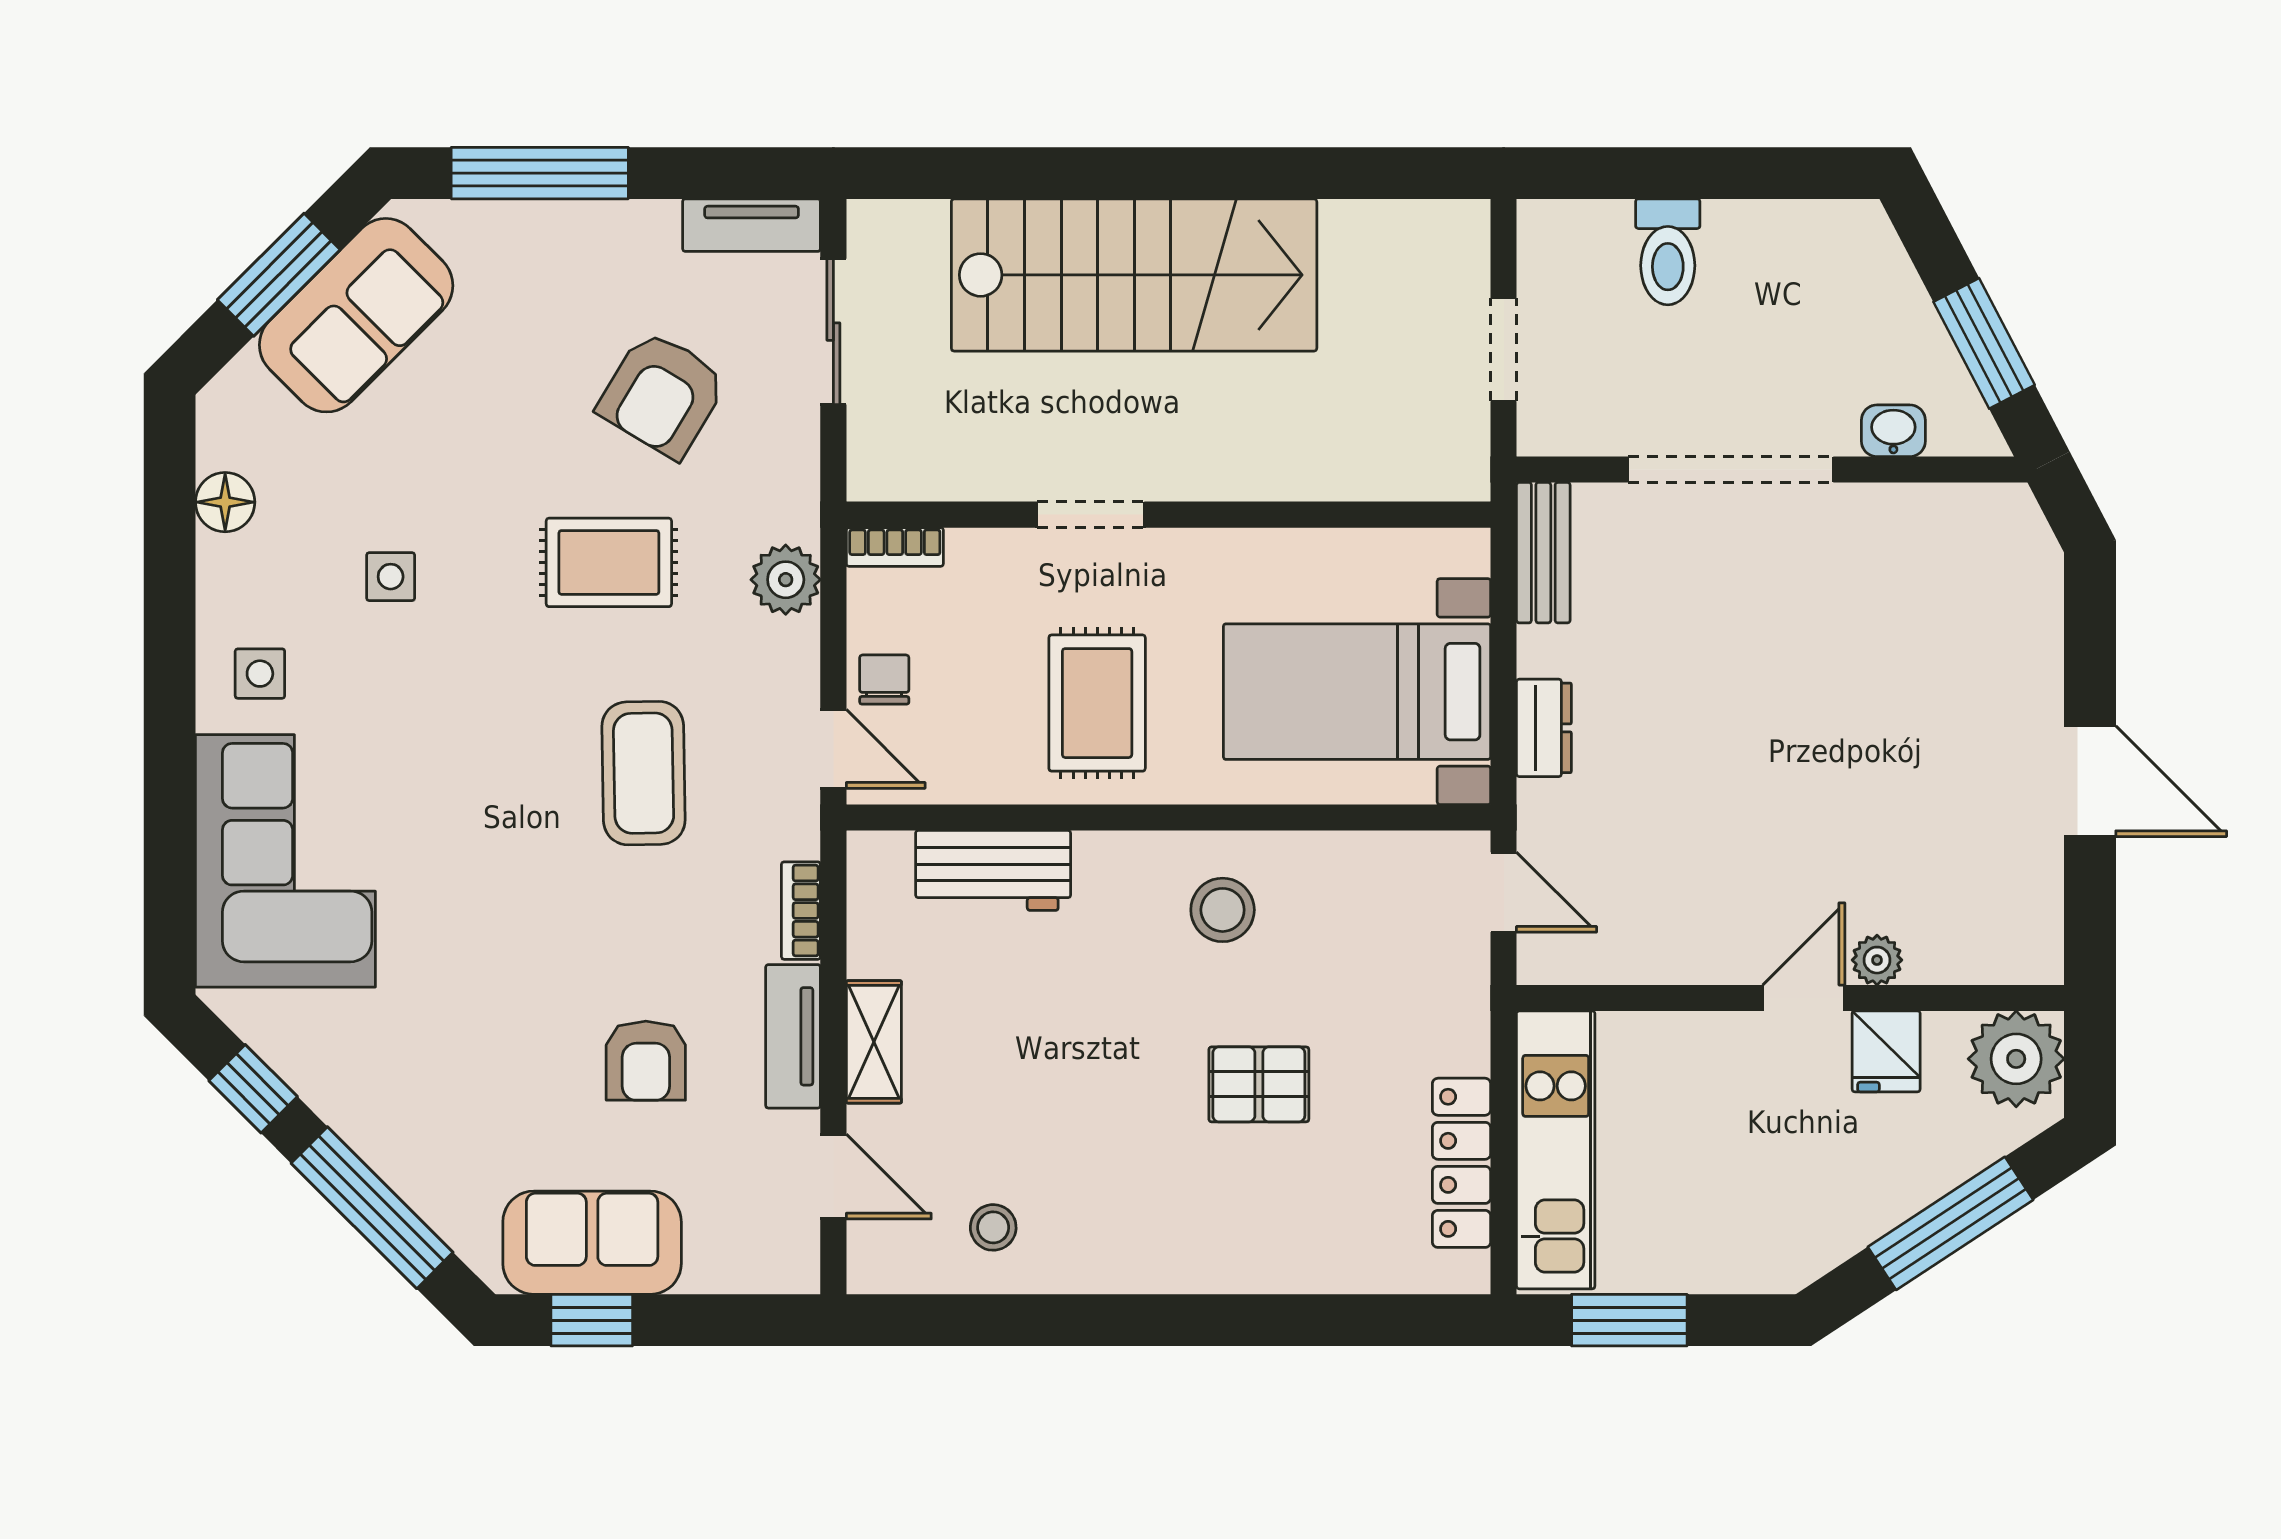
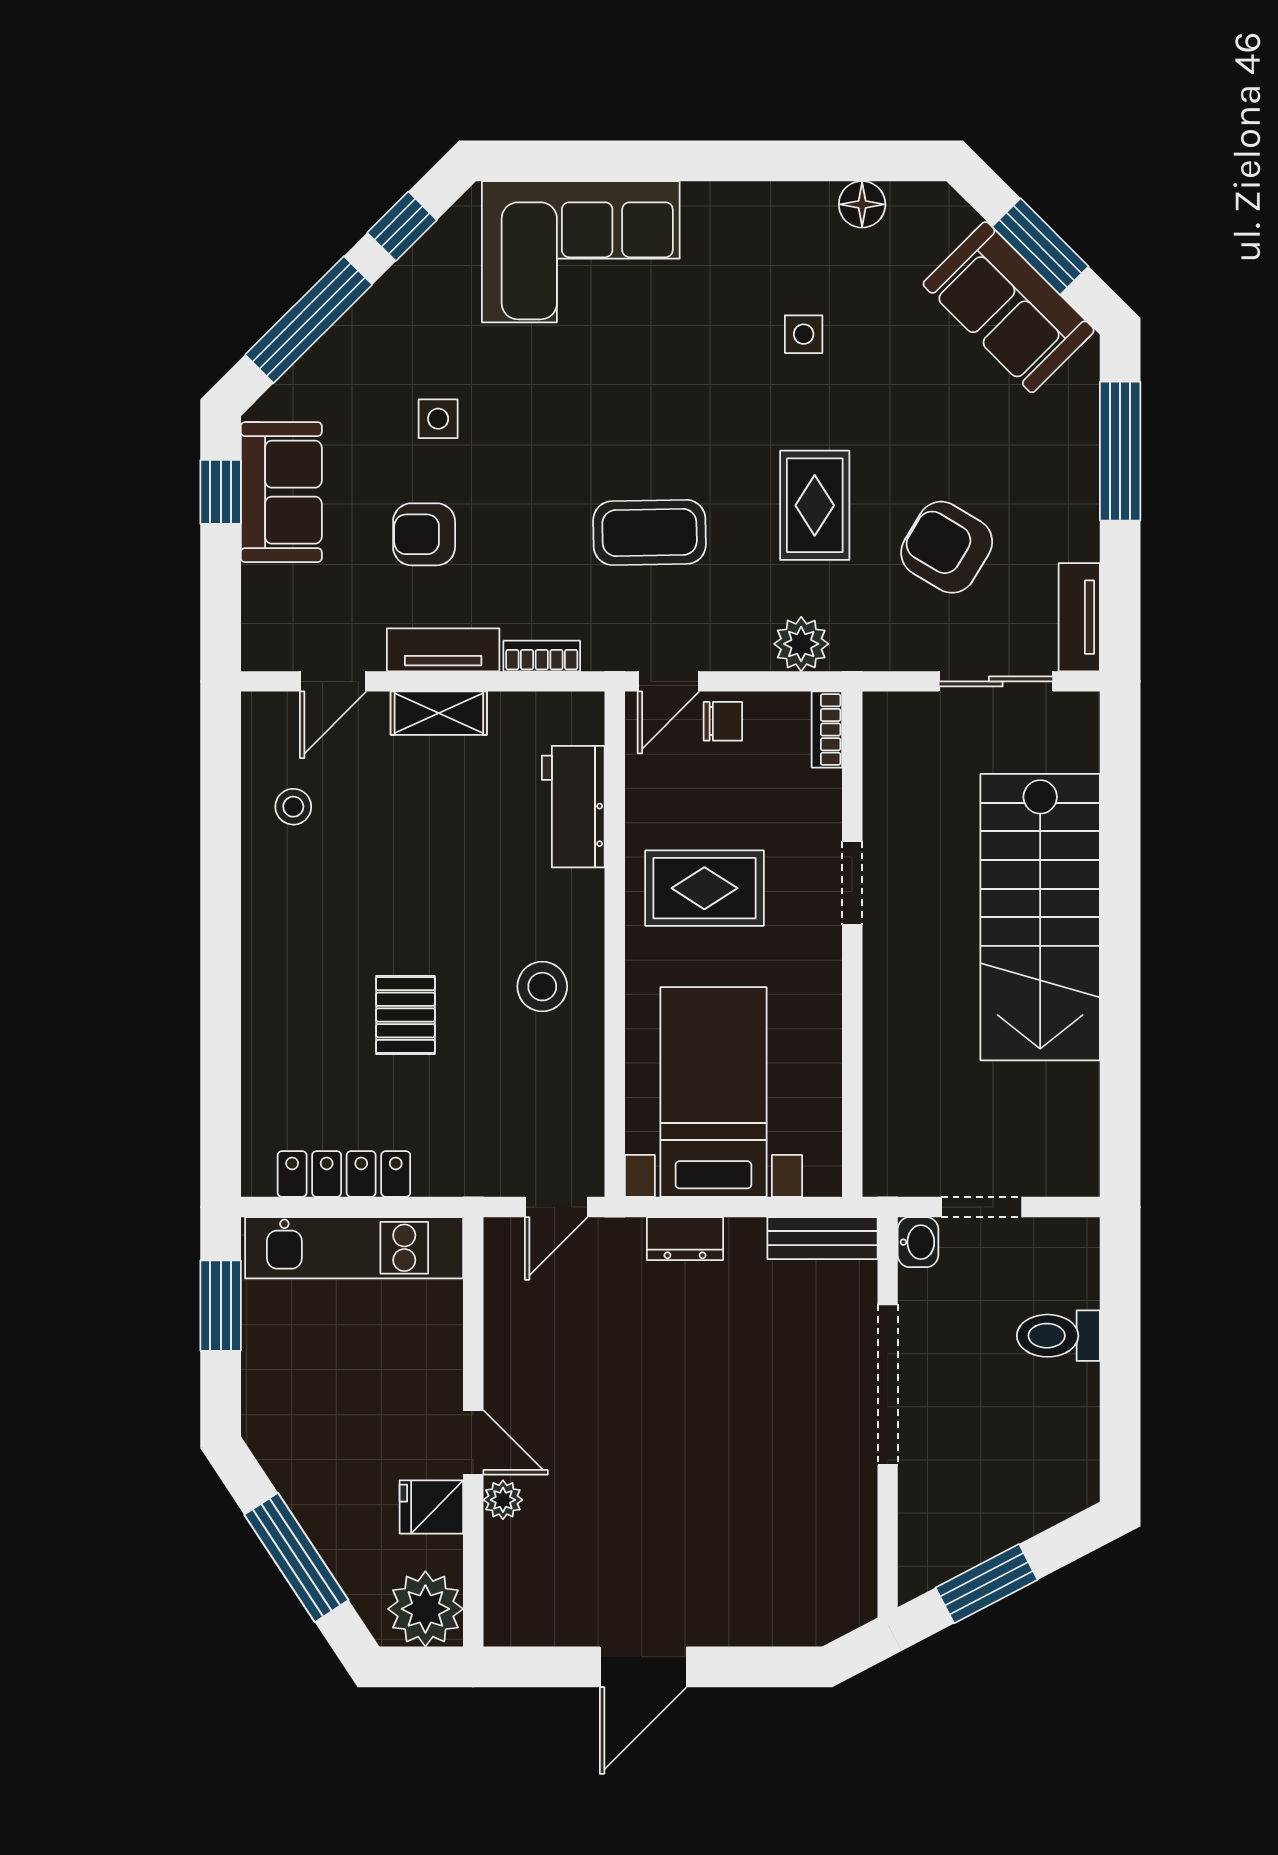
washbasin: (1893, 431) -> (918, 1242), moved
side table: (260, 674) -> (438, 419), moved

